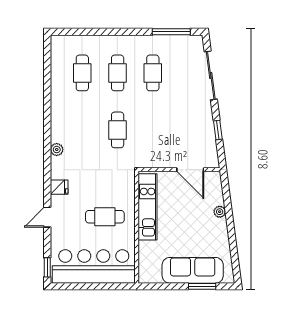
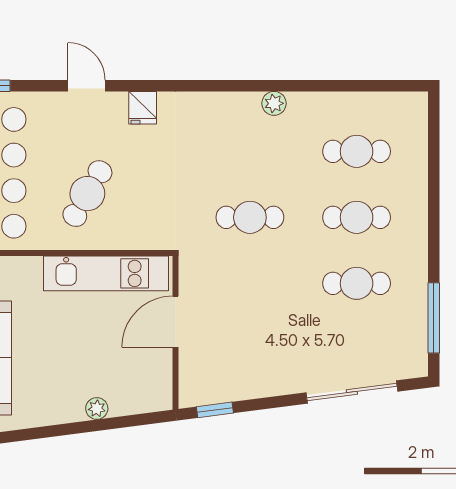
window: (218, 130) -> (215, 410), moved
plant: (57, 150) -> (274, 103), moved
door: (190, 170) -> (176, 322), moved
cafe table: (105, 217) -> (87, 194), turned 30

